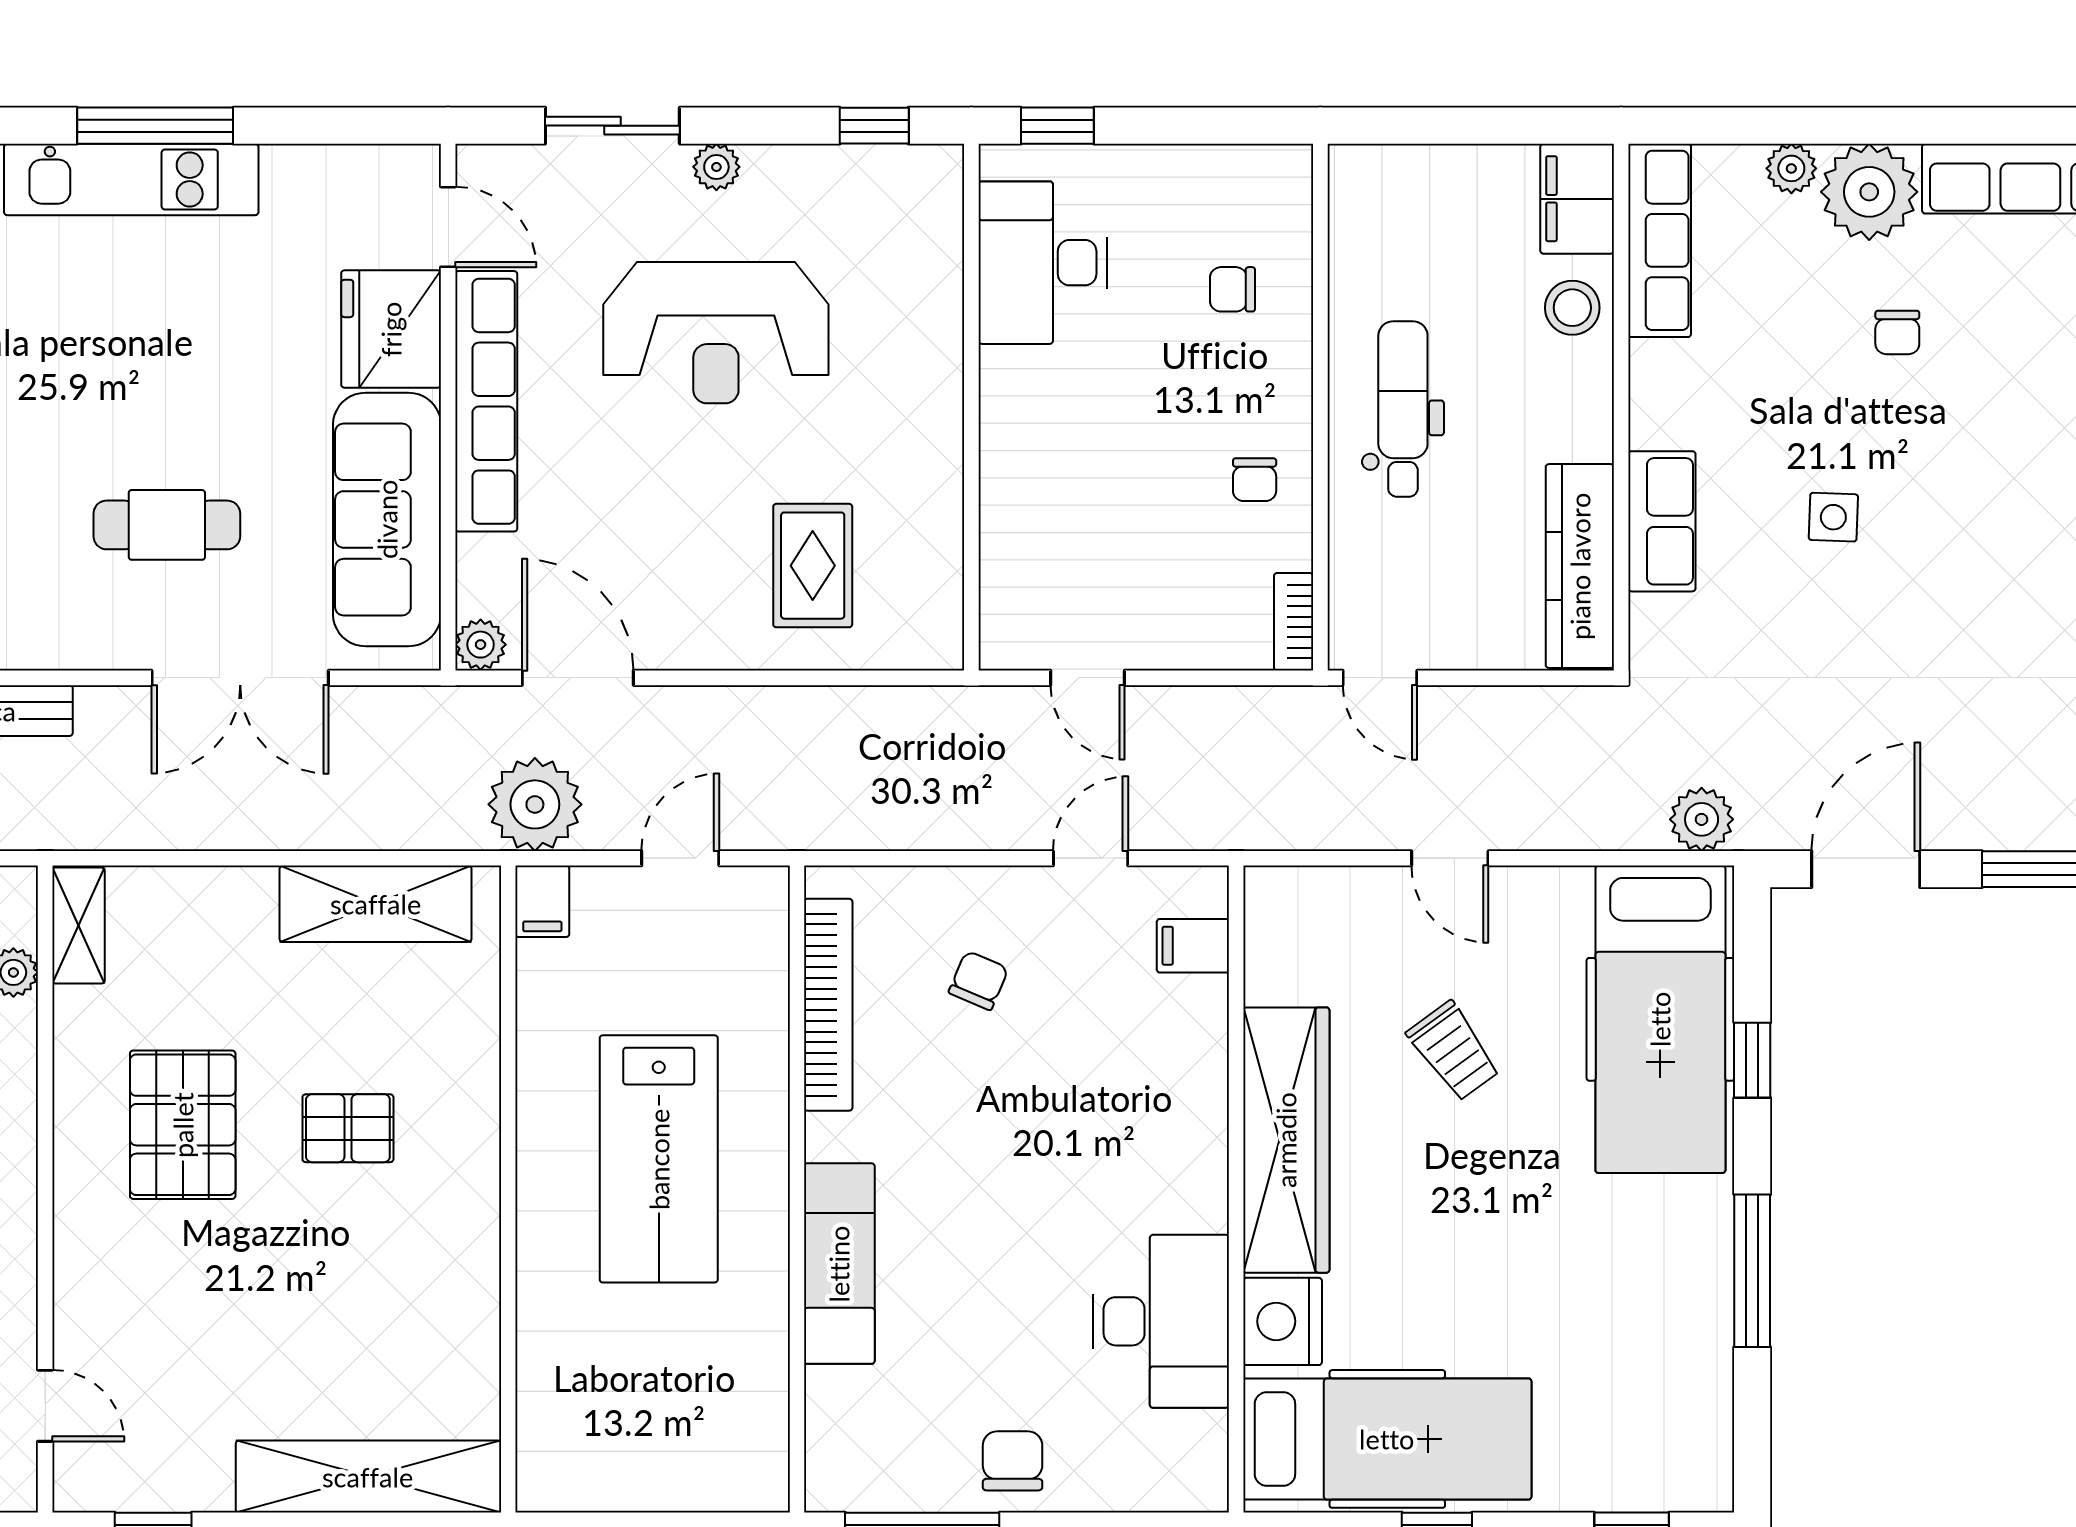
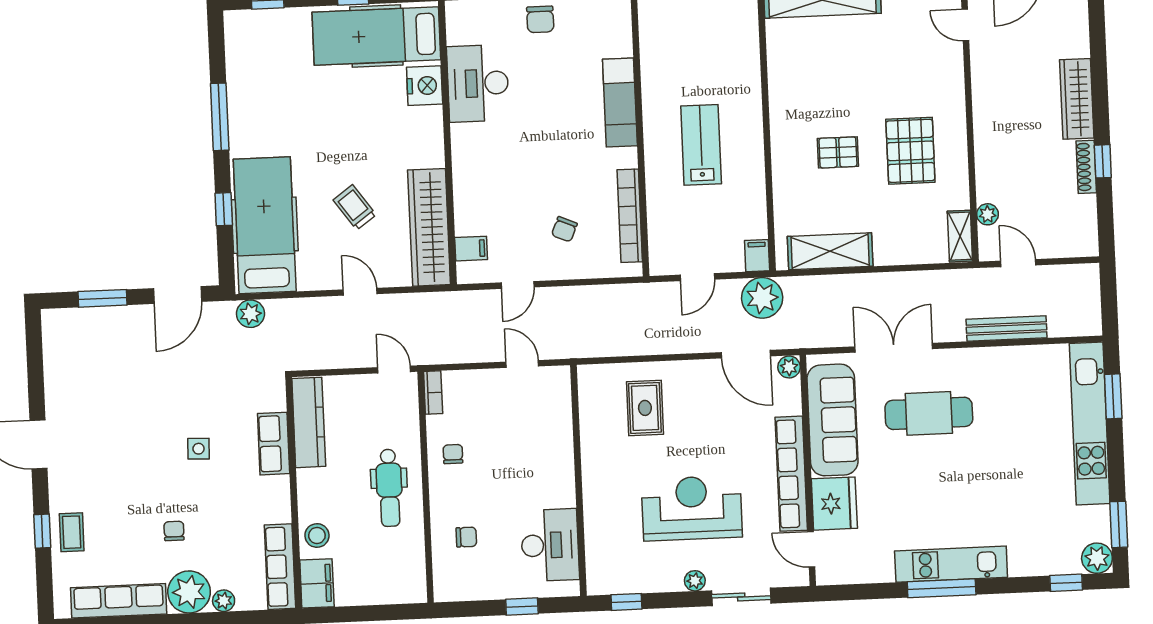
window: (1057, 126) -> (522, 607), moved
cafe table: (167, 525) -> (929, 413), width x1.37, depth x1.35
wardrobe: (1286, 1140) -> (429, 227), moved
lab bench: (659, 1159) -> (701, 145), width x0.73, depth x0.72

